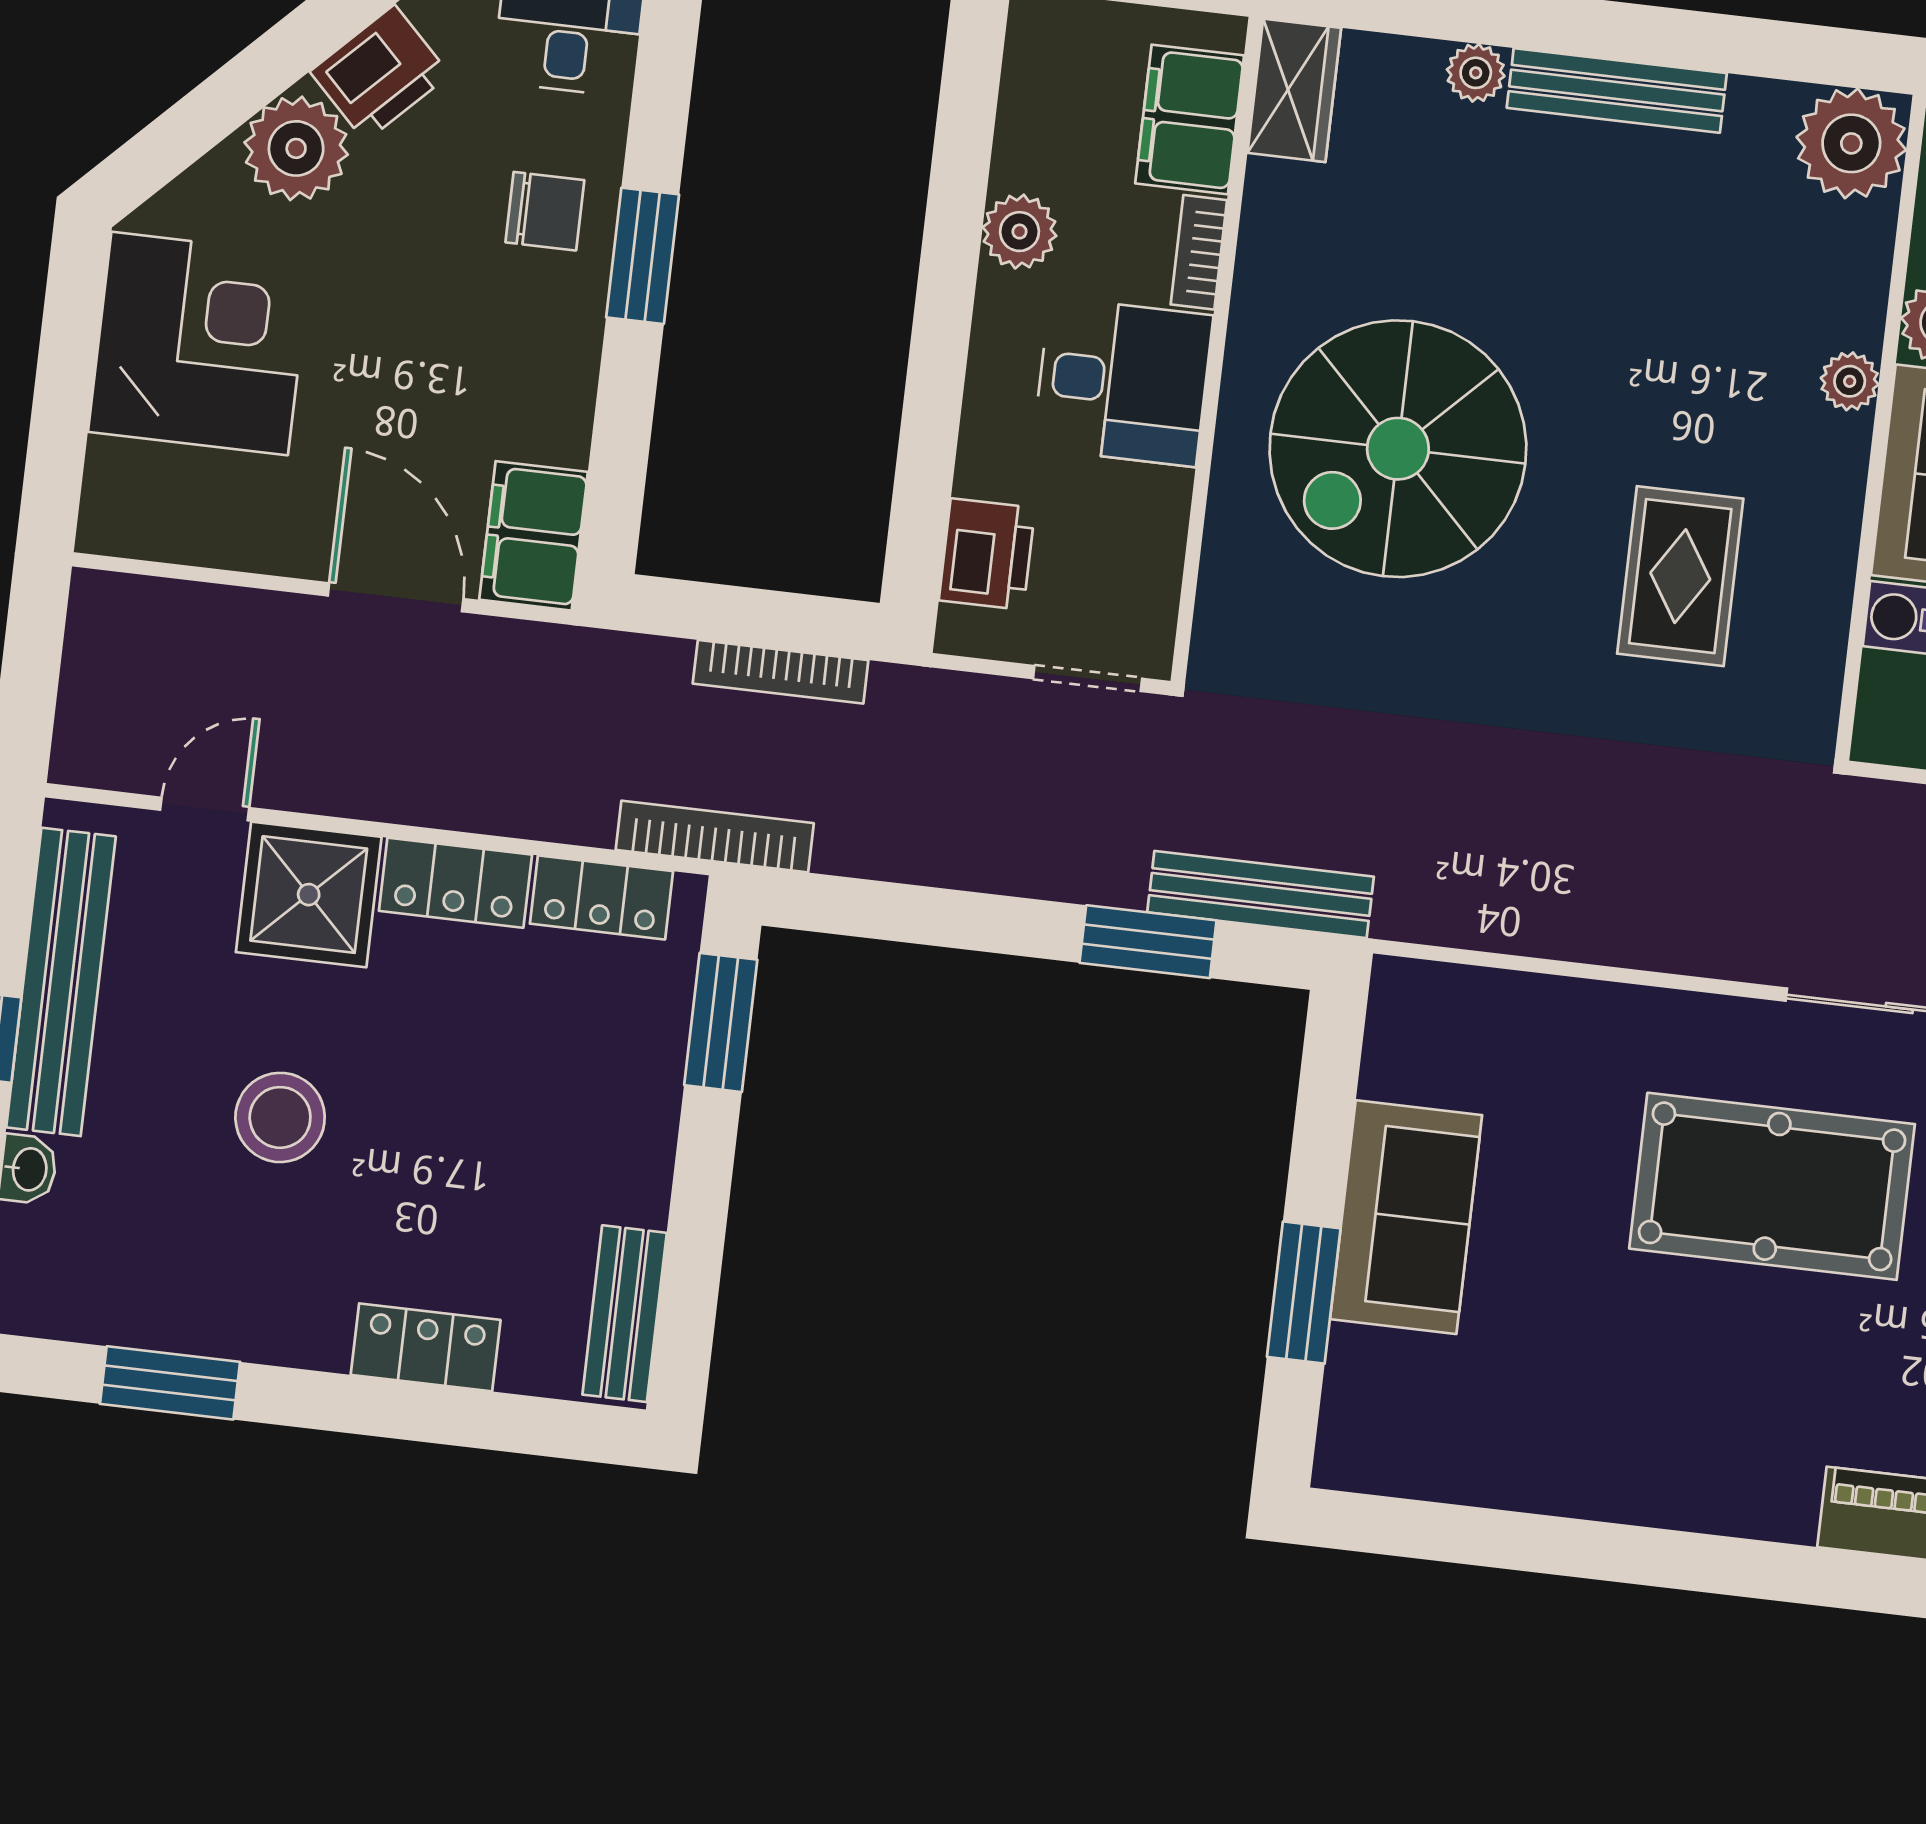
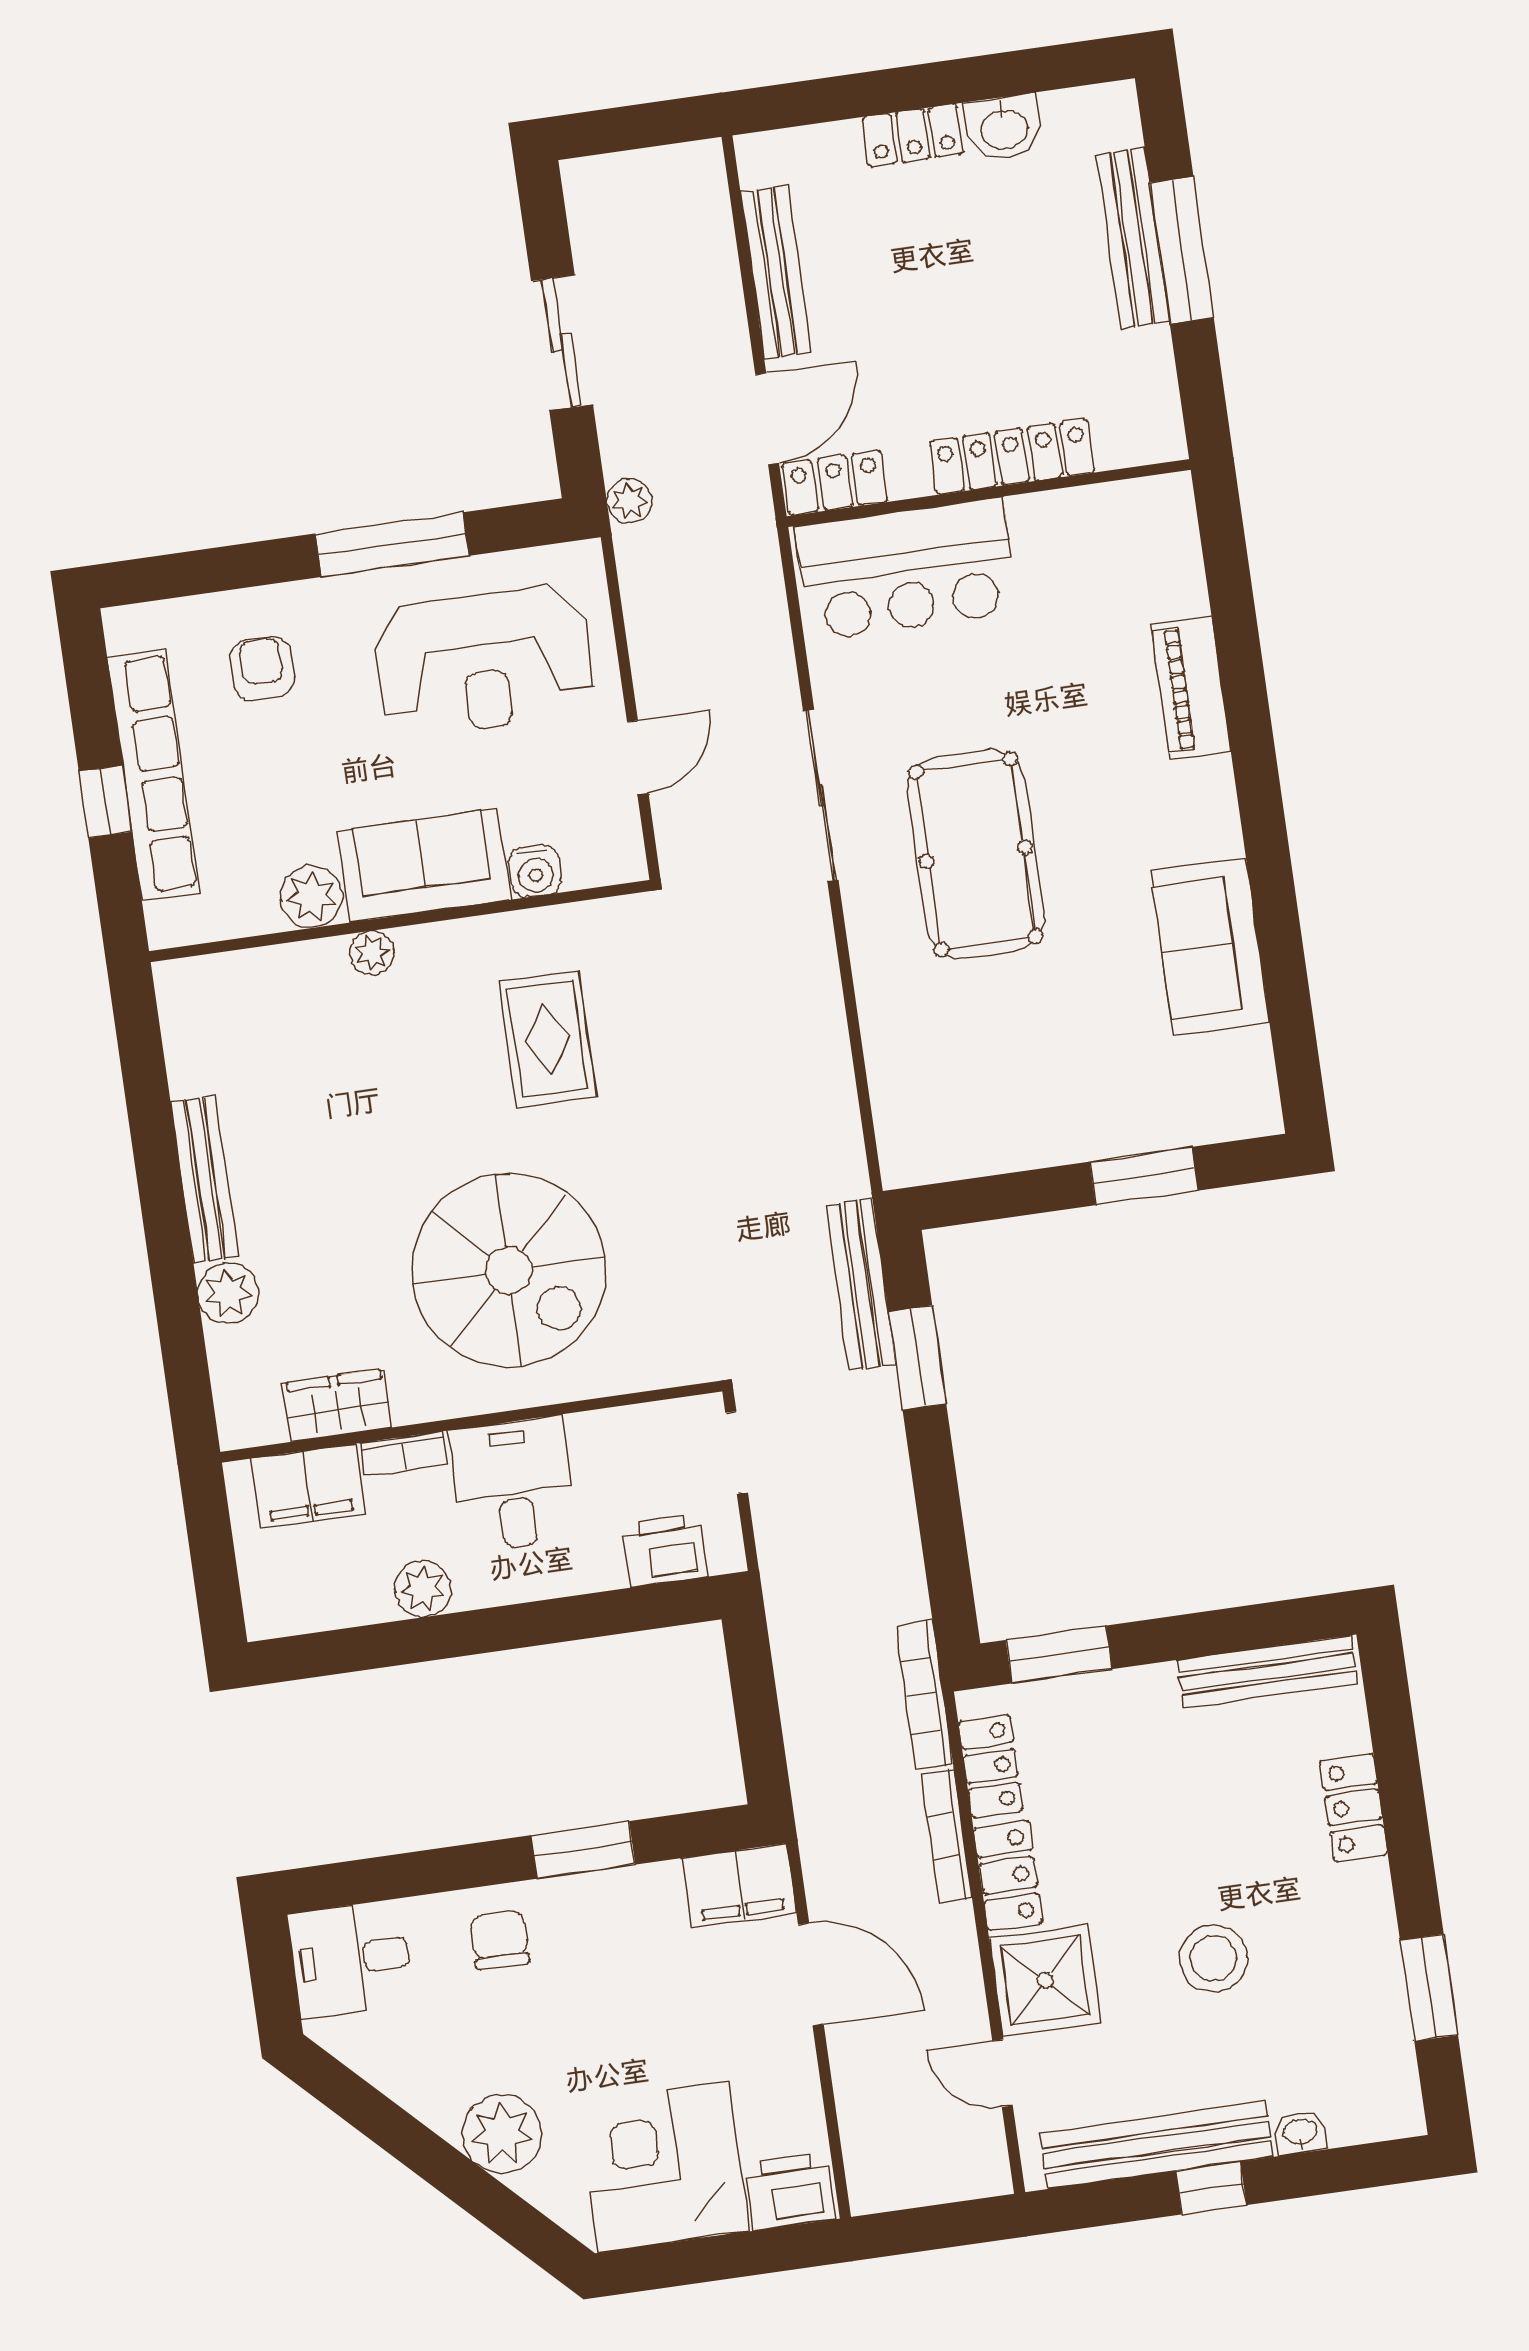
printer: (380, 73) -> (790, 2191), moved, turned -45
plant: (1476, 73) -> (228, 1293), width x1.38, depth x1.38
wardrobe: (1294, 90) -> (337, 1405), moved
plant: (1851, 143) -> (198, 998), removed
window: (643, 256) -> (583, 1850), moved
rug: (1680, 576) -> (547, 1039), turned 90
door: (396, 597) -> (811, 1974), swing flipped
bookcase: (781, 672) -> (946, 1836), moved, turned 180
sofa: (1406, 1217) -> (1210, 947), moved, turned -90
bench: (625, 1314) -> (1267, 1672), width x1.36

